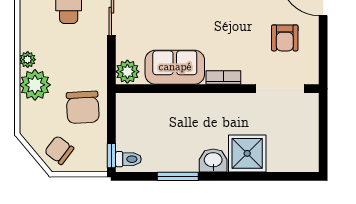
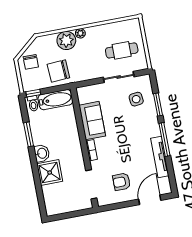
plant: (127, 72) -> (84, 93), removed
bathtub: (129, 121) -> (55, 100), added
chair: (59, 150) -> (31, 62), turned 143

